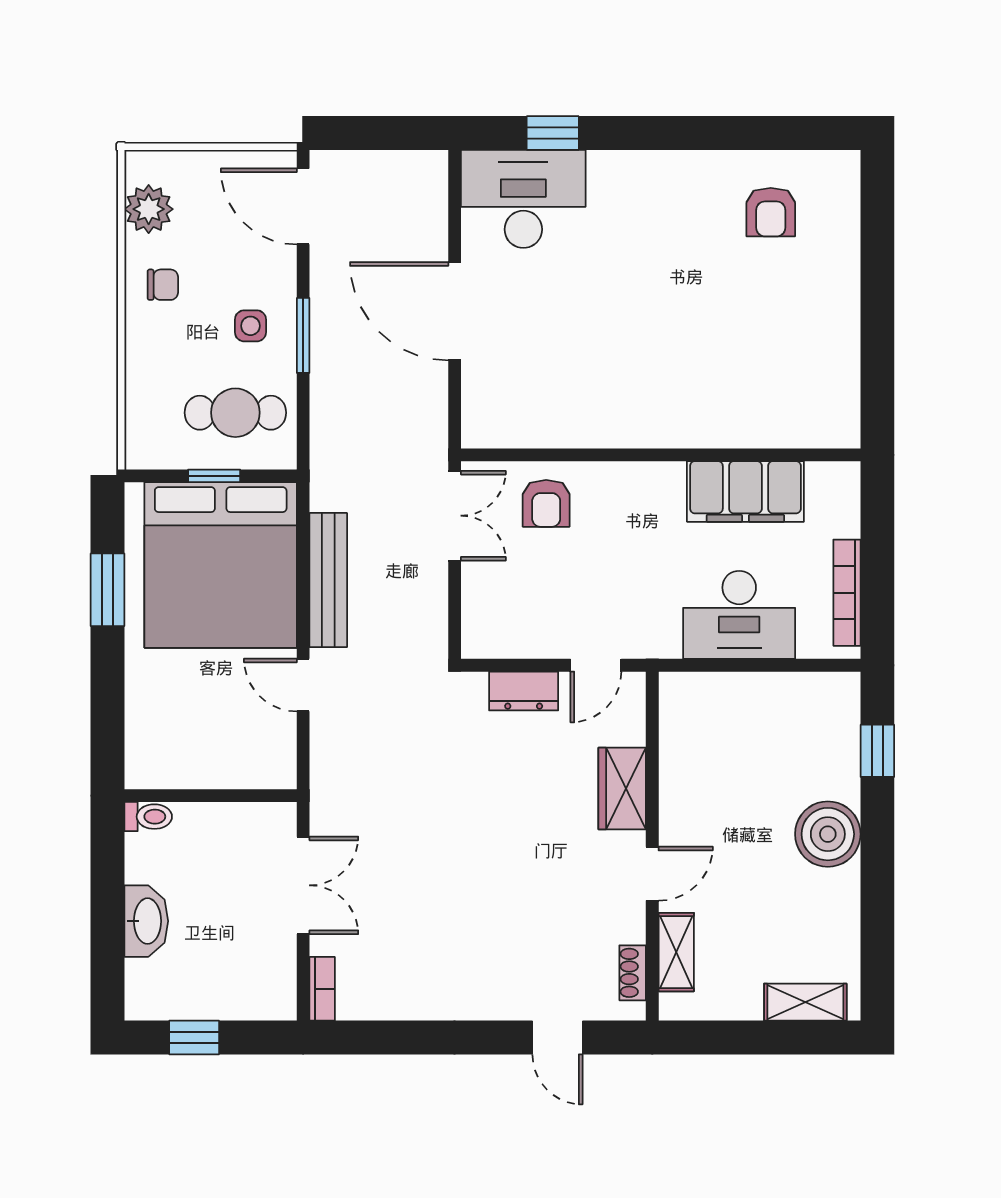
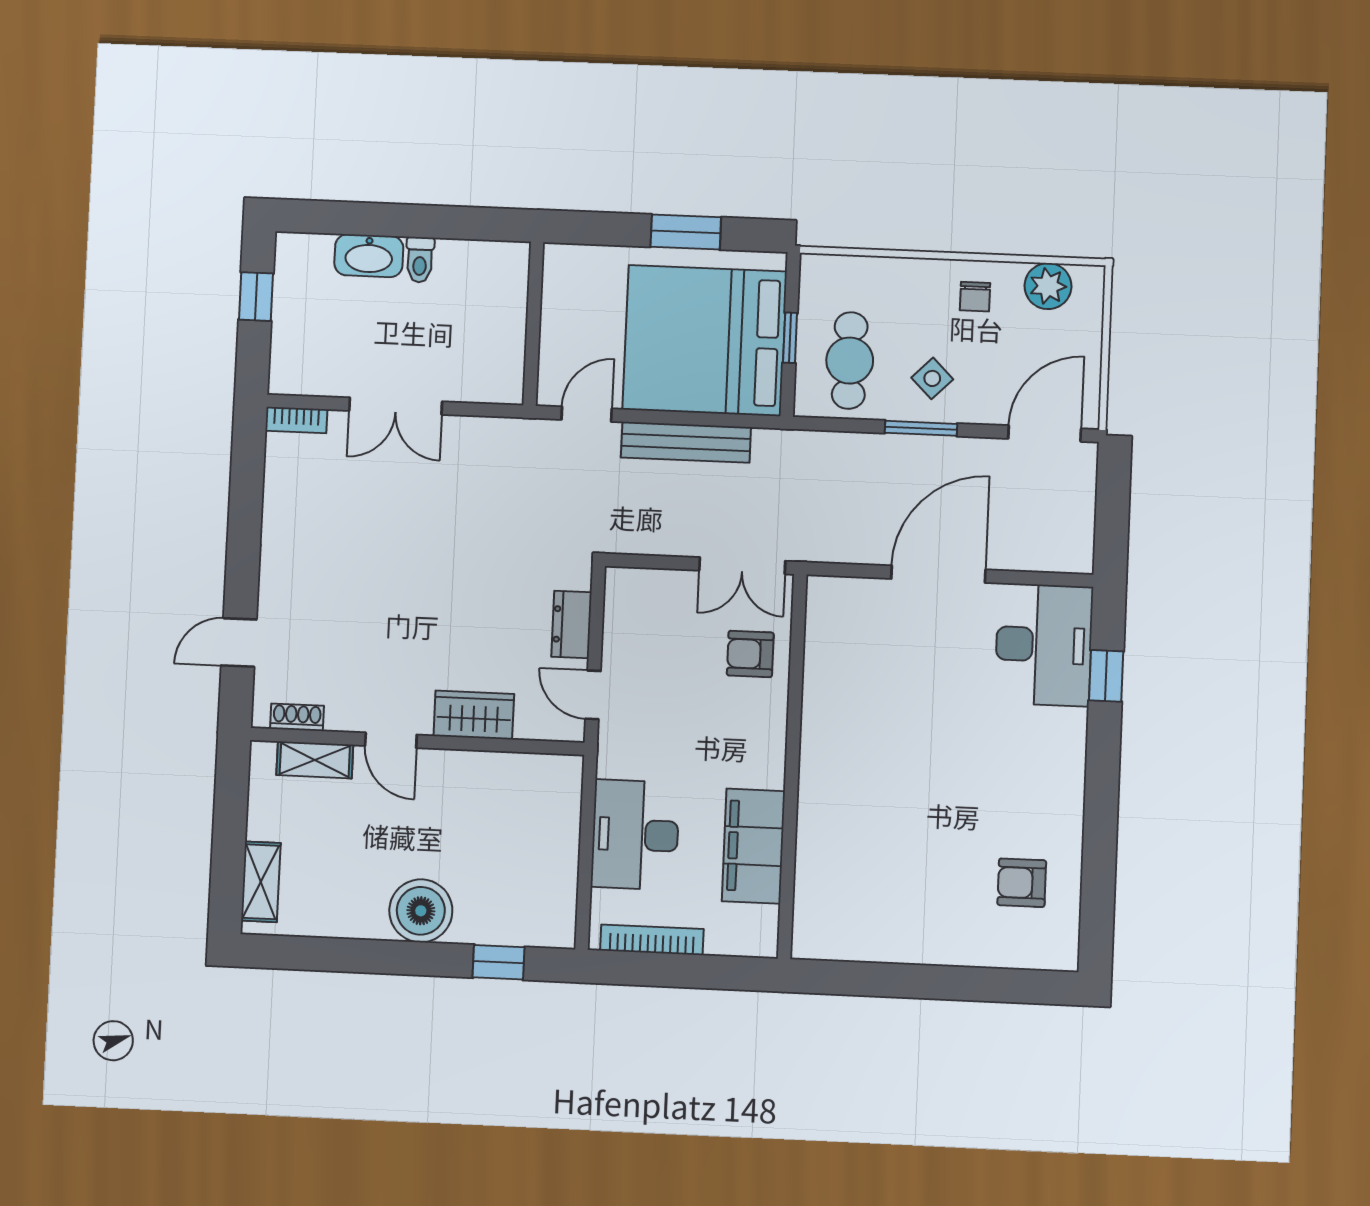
side table: (250, 326) -> (932, 378), turned 45
wall: (211, 796) -> (533, 324), moved
toilet: (148, 817) -> (420, 260), moved

